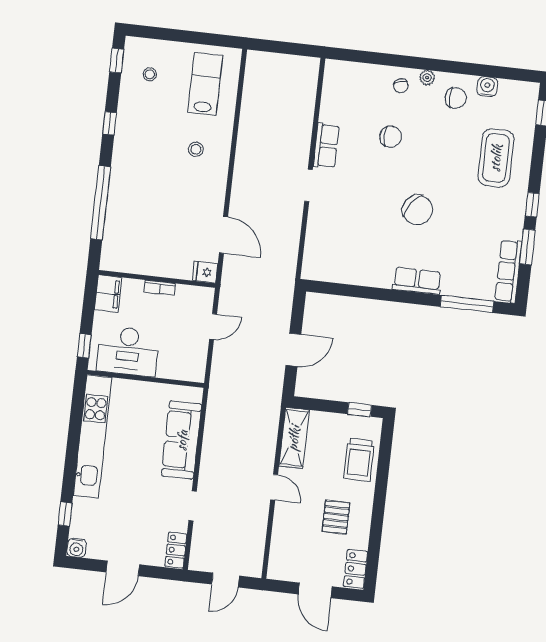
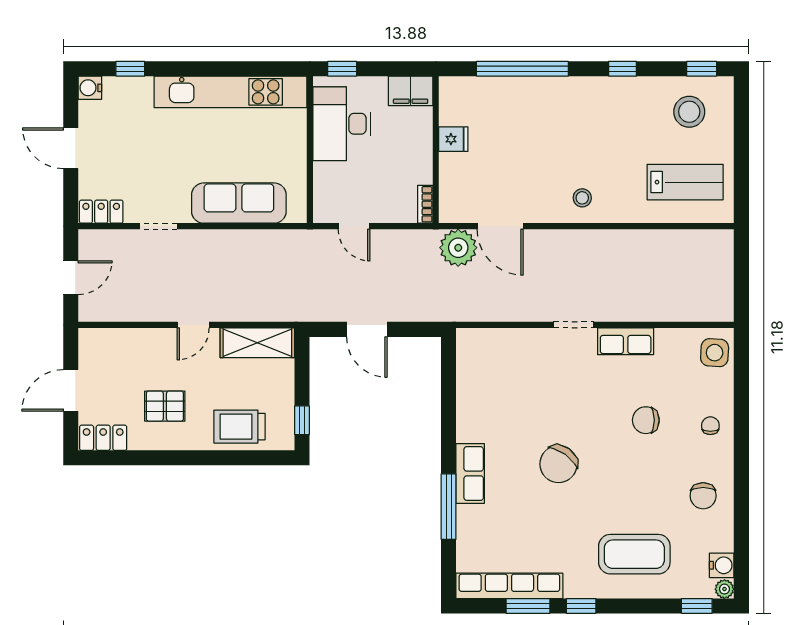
stool: (150, 74) -> (689, 112), width x1.89, depth x1.89
side table: (343, 76) -> (715, 353), added
plant: (427, 78) -> (724, 589), moved
chair: (401, 86) -> (710, 426), turned 107
water cooler: (487, 87) -> (722, 565), moved
chair: (391, 137) -> (646, 420), turned 90
stool: (196, 149) -> (582, 198), moved
door: (224, 235) -> (500, 226), hinge flipped
plant: (237, 270) -> (458, 248), added
row of seats: (508, 271) -> (509, 586), width x1.36
fridge: (205, 272) -> (453, 139), moved, turned 90
bookcase: (160, 288) -> (425, 204), moved
window: (467, 304) -> (449, 507), moved
door: (213, 327) -> (354, 226), moved
door: (226, 580) -> (71, 278), swing flipped

